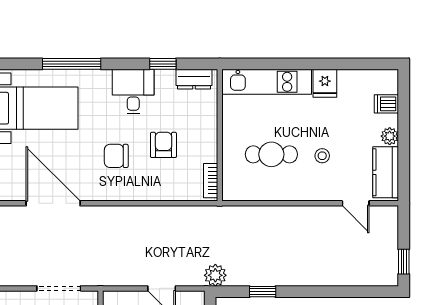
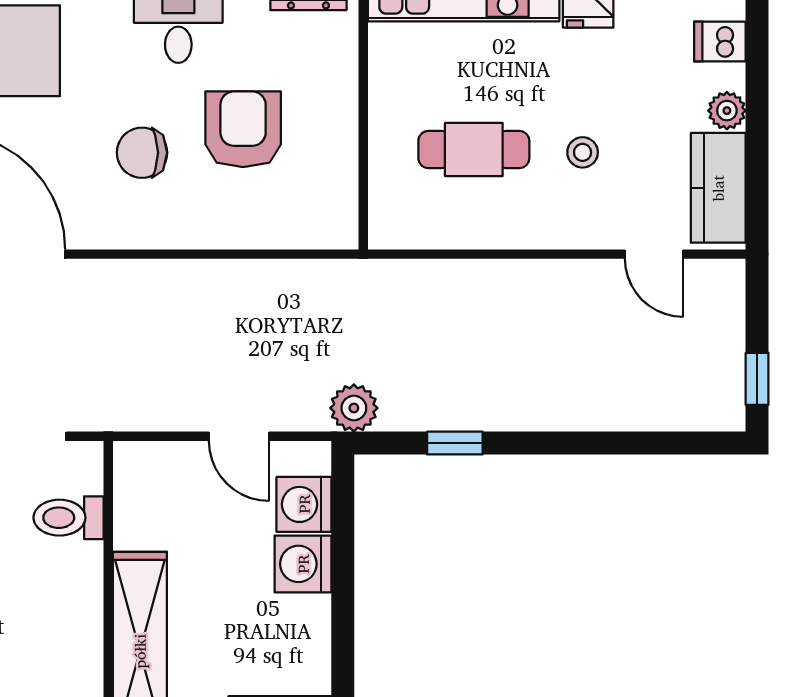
armchair: (163, 145) -> (243, 129), width x1.38, depth x1.38
bookcase: (211, 181) -> (344, 206), removed

